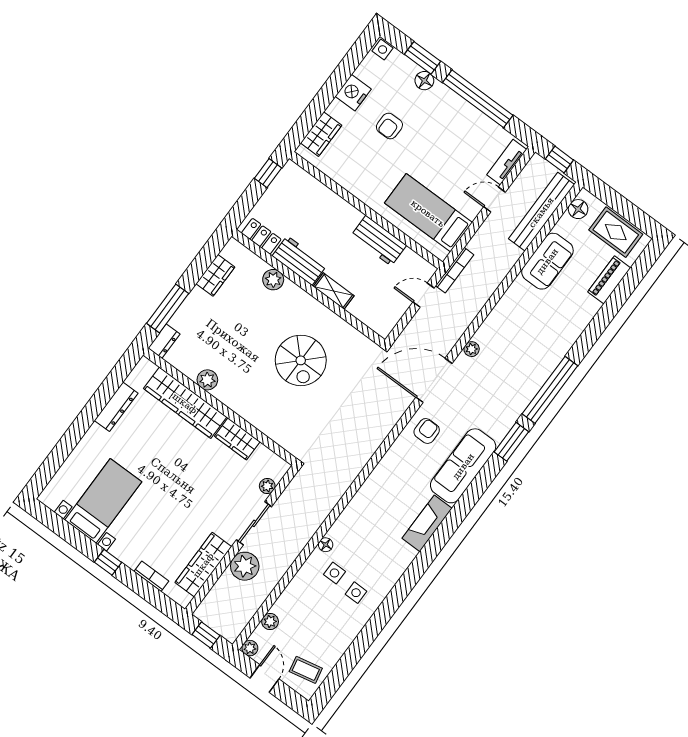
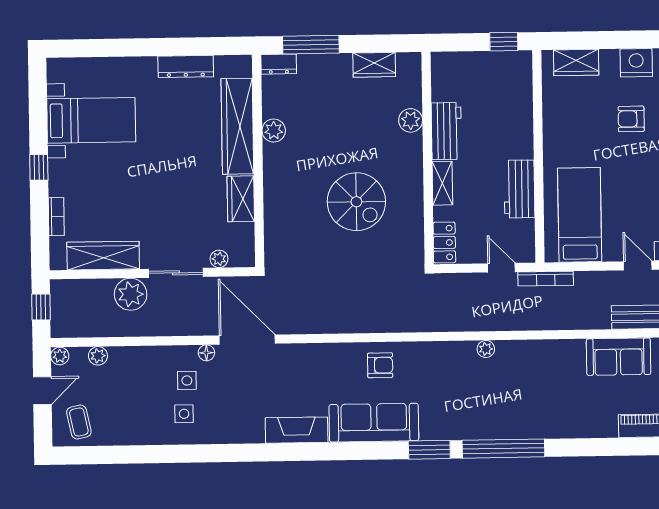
locker: (261, 236) -> (444, 243), moved
spiral stairs: (301, 360) -> (356, 202), turned -90
door: (434, 380) -> (247, 340), moved

